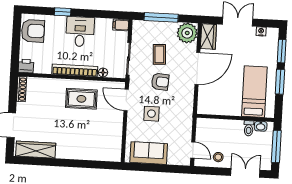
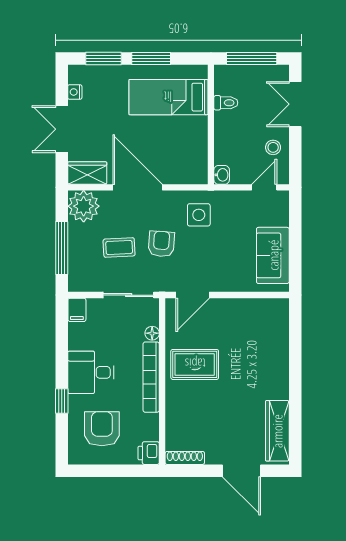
armchair: (33, 31) -> (102, 429), moved
rug: (81, 99) -> (195, 364), turned 90
side table: (151, 114) -> (199, 215), moved
washbasin: (261, 126) -> (222, 175), moved

